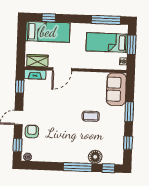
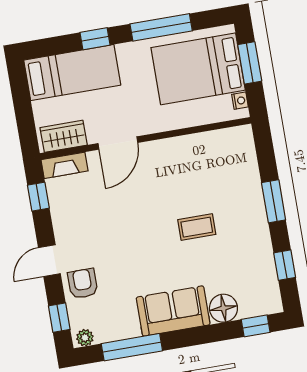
window: (49, 18) -> (95, 39), moved
window: (106, 20) -> (161, 27), moved
bed: (107, 43) -> (198, 69), width x1.50
sofa: (116, 89) -> (173, 311), moved, turned 90
window: (78, 167) -> (132, 347), moved

